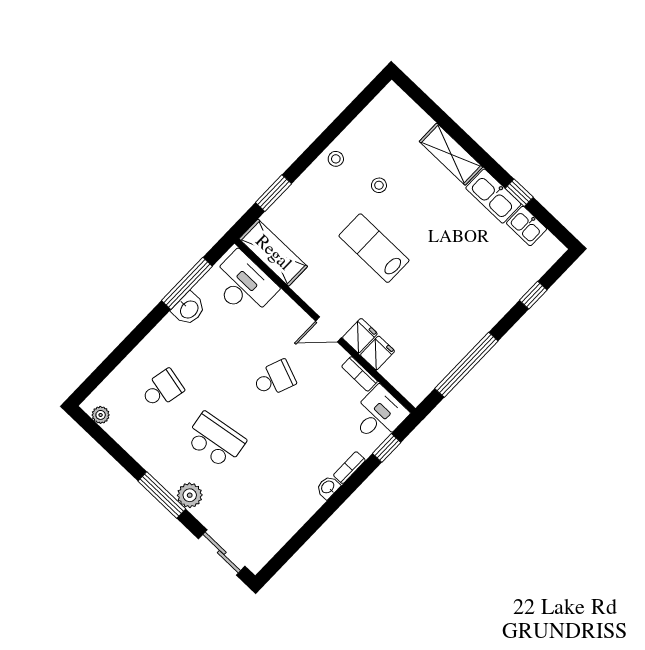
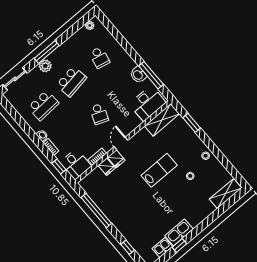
shelving: (451, 154) -> (225, 193), moved
school desk: (268, 491) -> (43, 105), added

